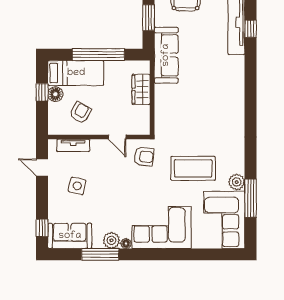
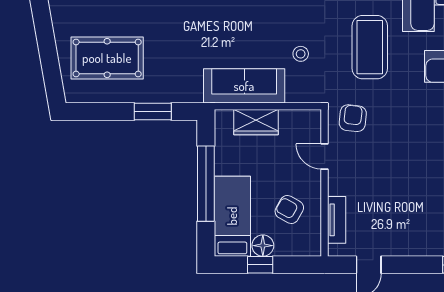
sofa: (166, 55) -> (244, 86), moved
stool: (189, 120) -> (301, 54), added
door: (117, 137) -> (325, 156), swing flipped
side table: (77, 186) -> (395, 214), removed

